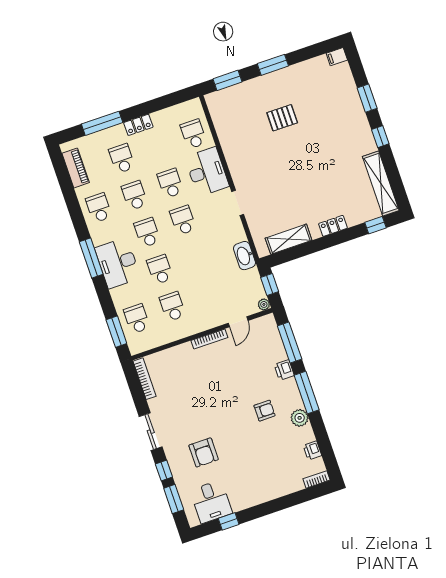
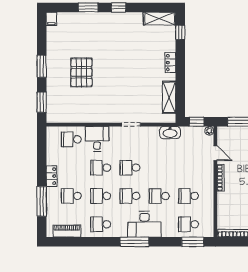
pallet: (282, 118) -> (81, 72), width x1.50, depth x1.42
desk: (207, 172) -> (97, 139), width x0.73
shelving: (381, 183) -> (159, 18), width x0.68

